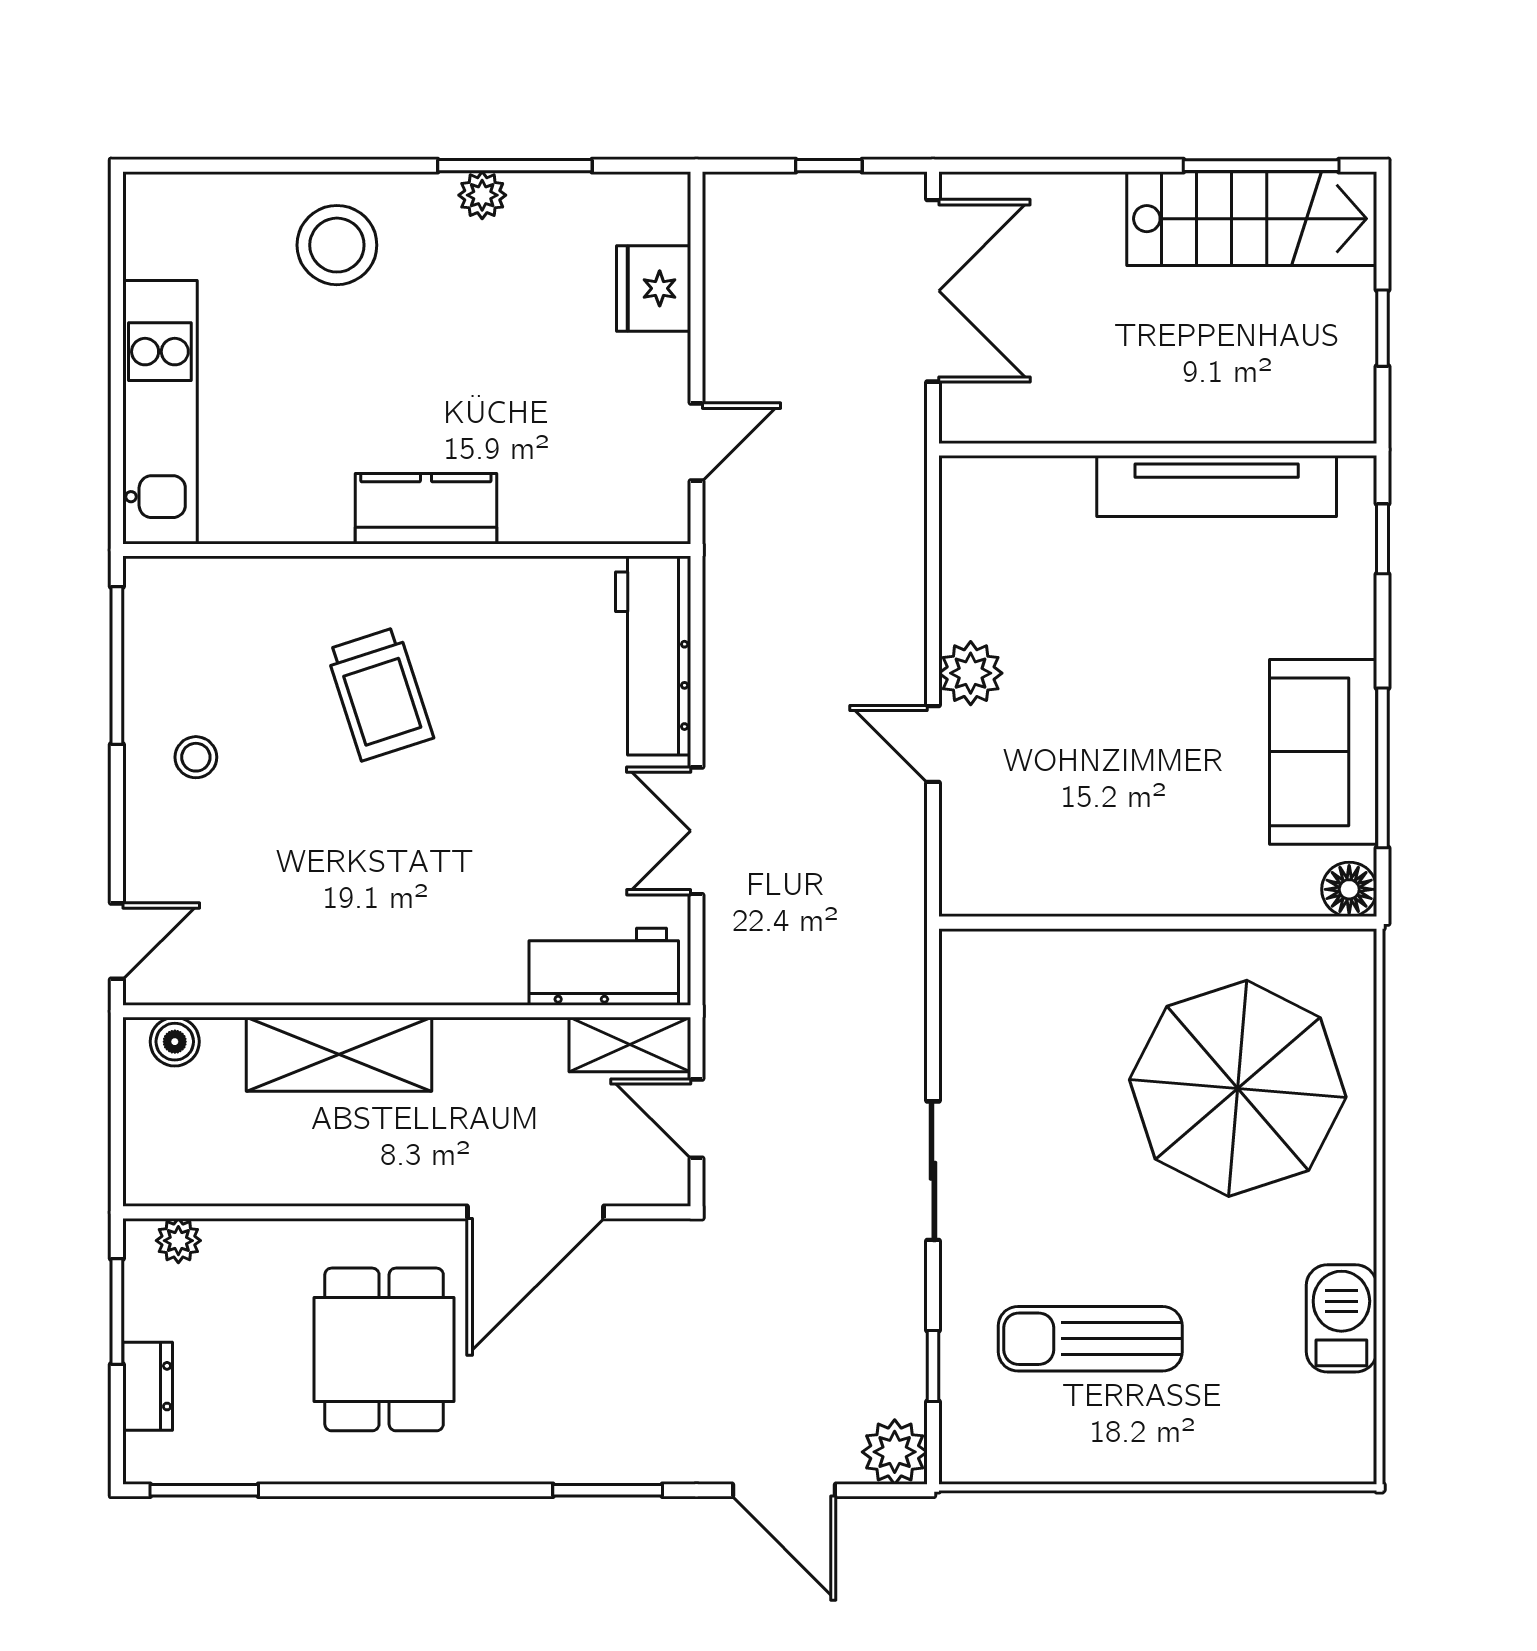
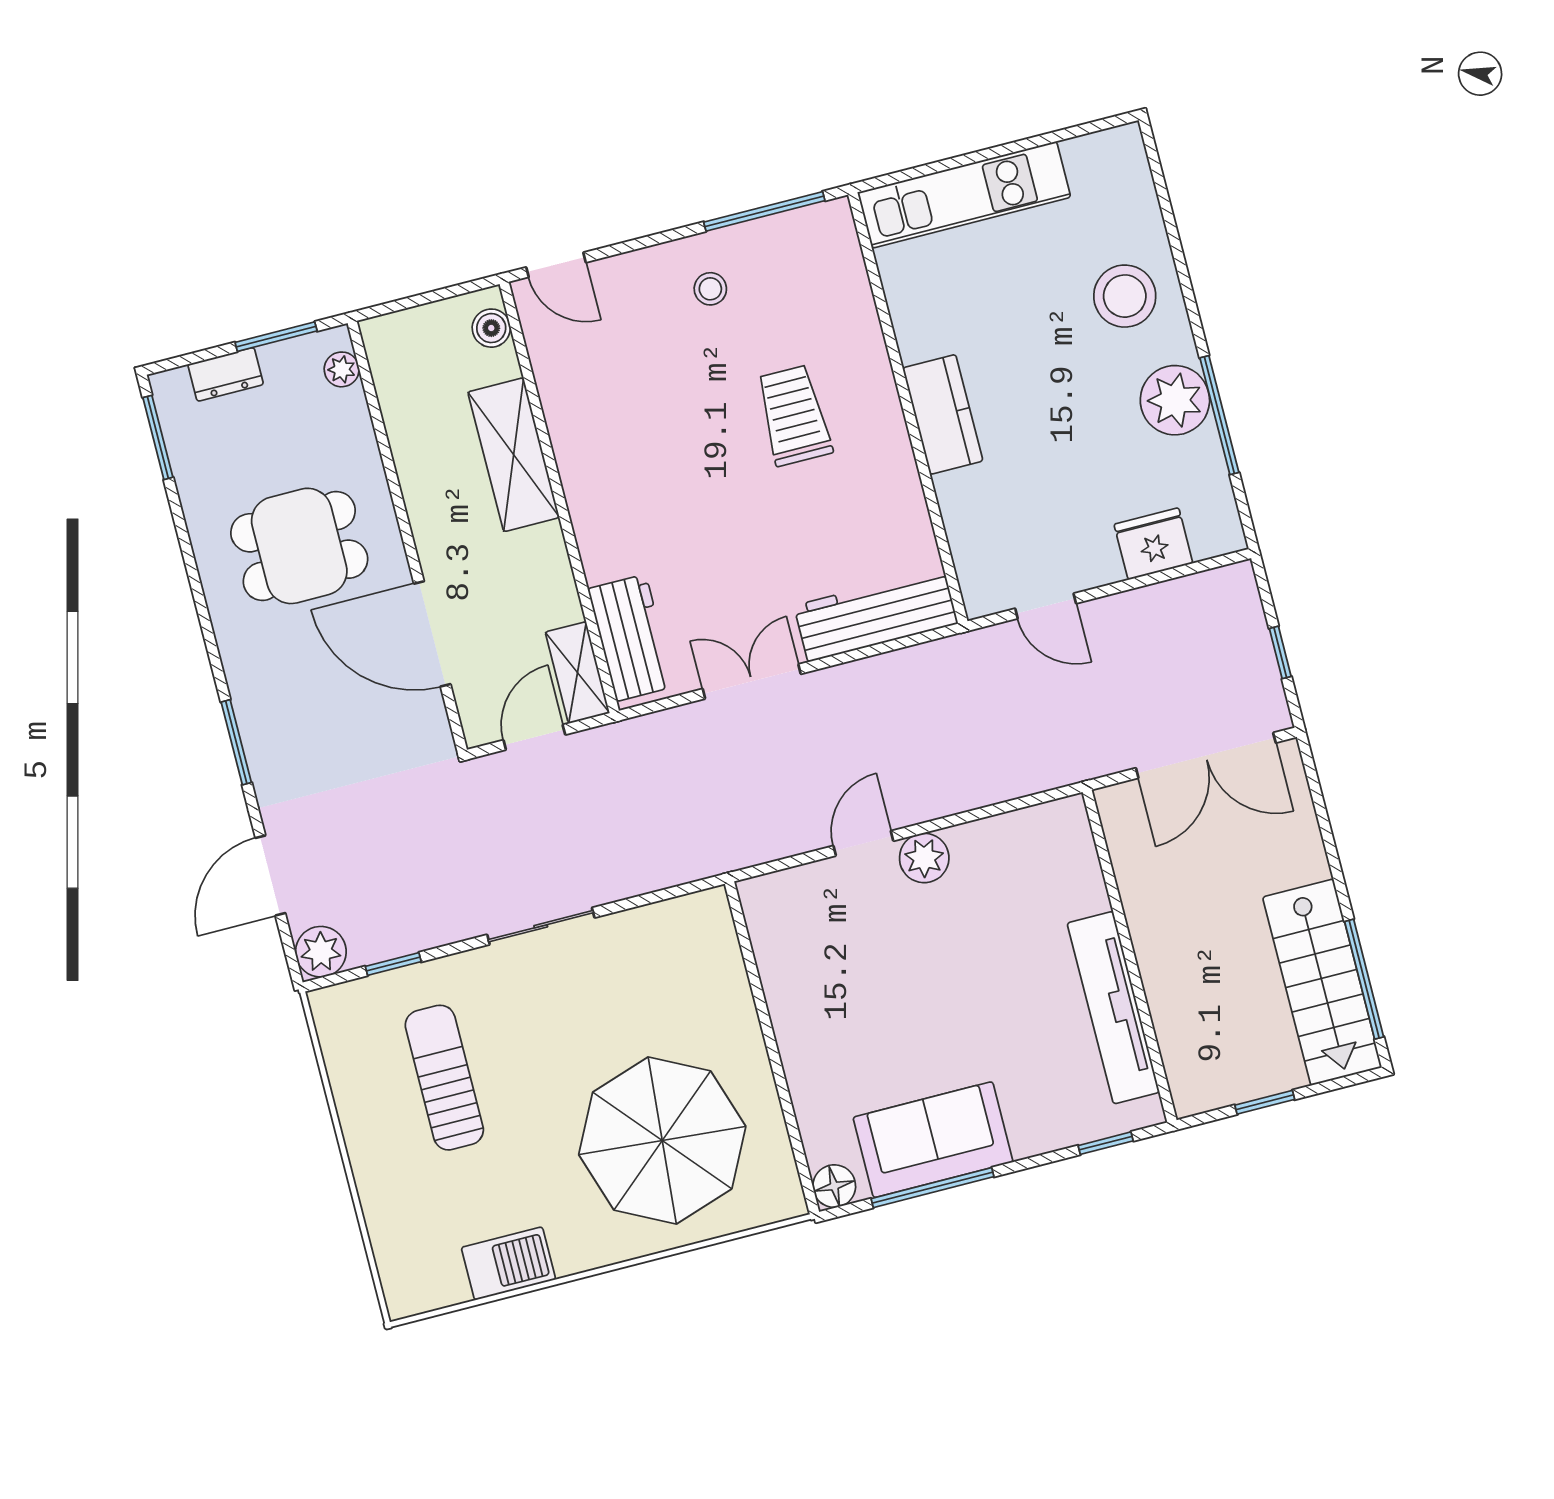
plant: (482, 195) -> (1175, 400), width x1.88, depth x1.88
trolley: (380, 694) -> (794, 415), turned 108

